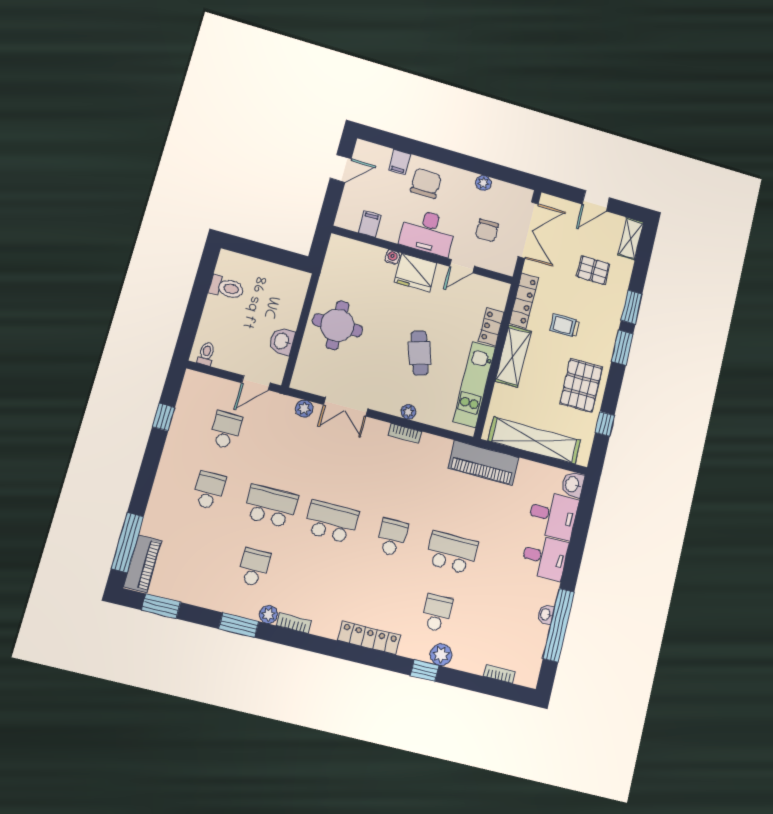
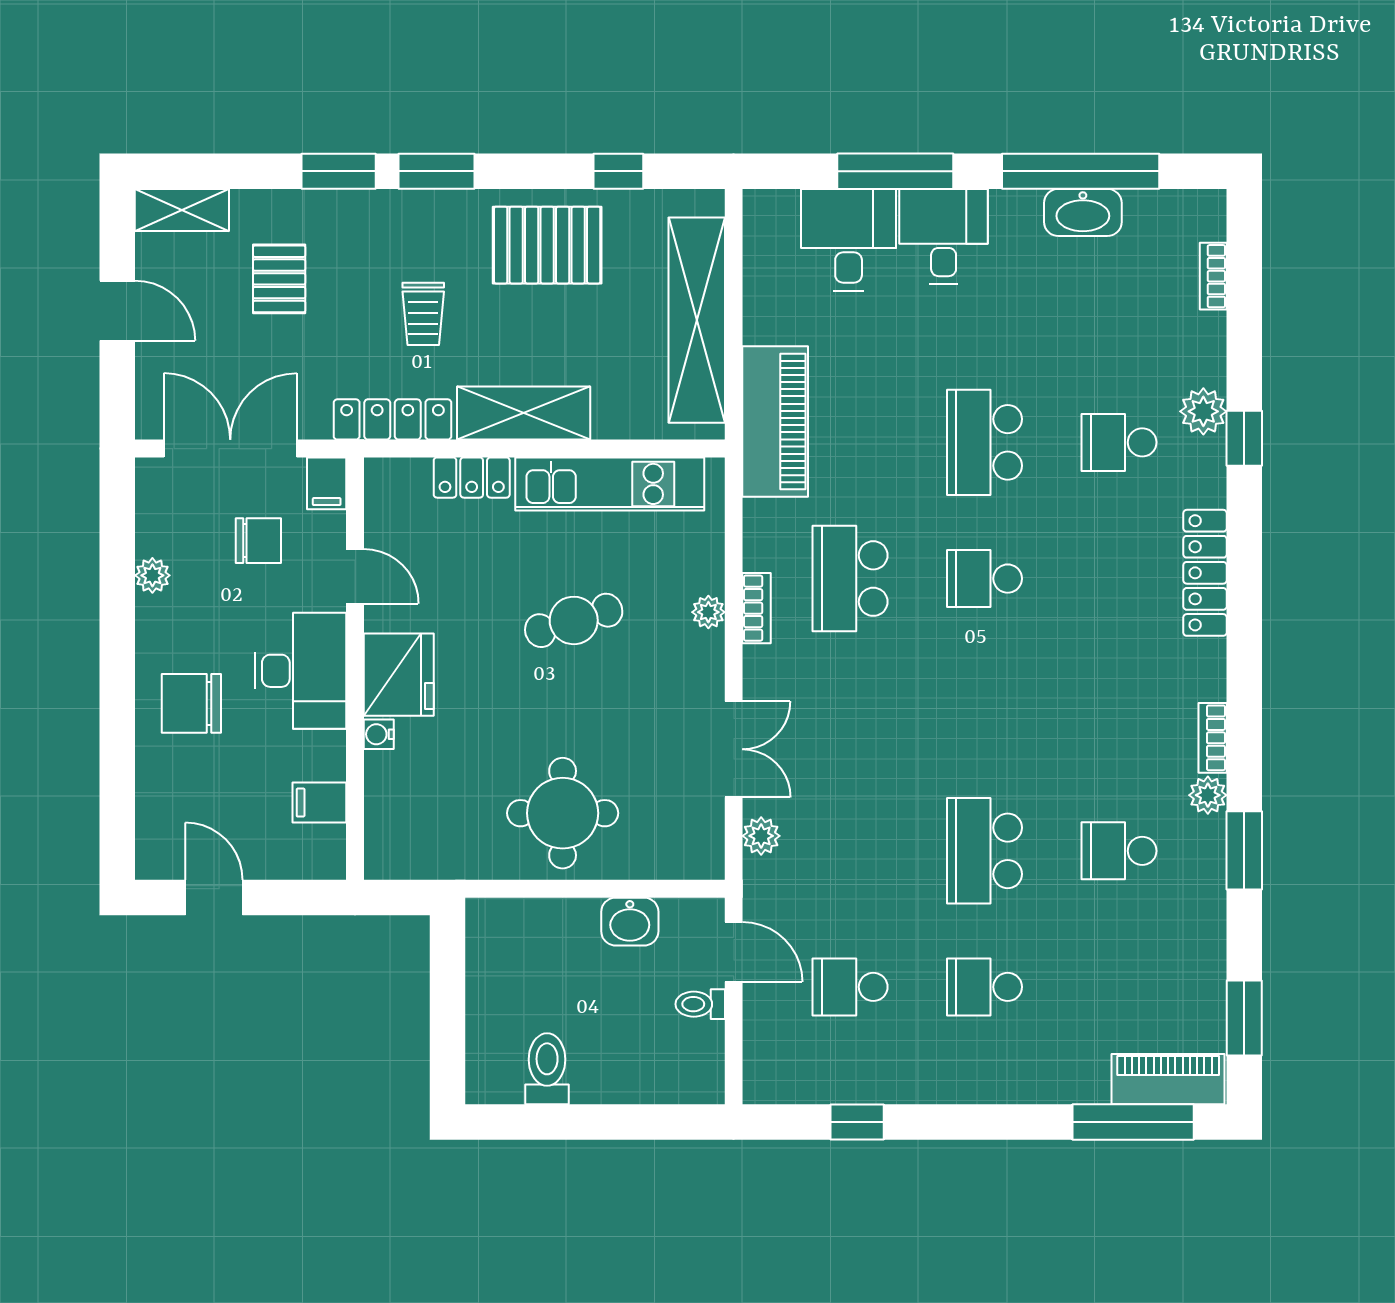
filing cabinet: (399, 162) -> (327, 483), moved, turned 90
toilet: (206, 354) -> (700, 1004), moved
washbasin: (573, 484) -> (770, 212), removed
school desk: (332, 522) -> (850, 579), moved
window: (577, 543) -> (895, 171), added
washbasin: (546, 614) -> (1083, 212), width x1.91, depth x1.45

